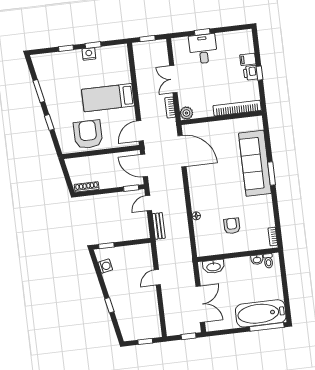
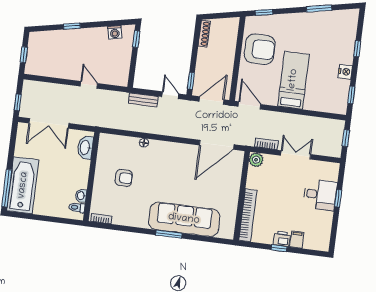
window: (93, 45) -> (351, 95), moved
window: (49, 122) -> (264, 12), moved

